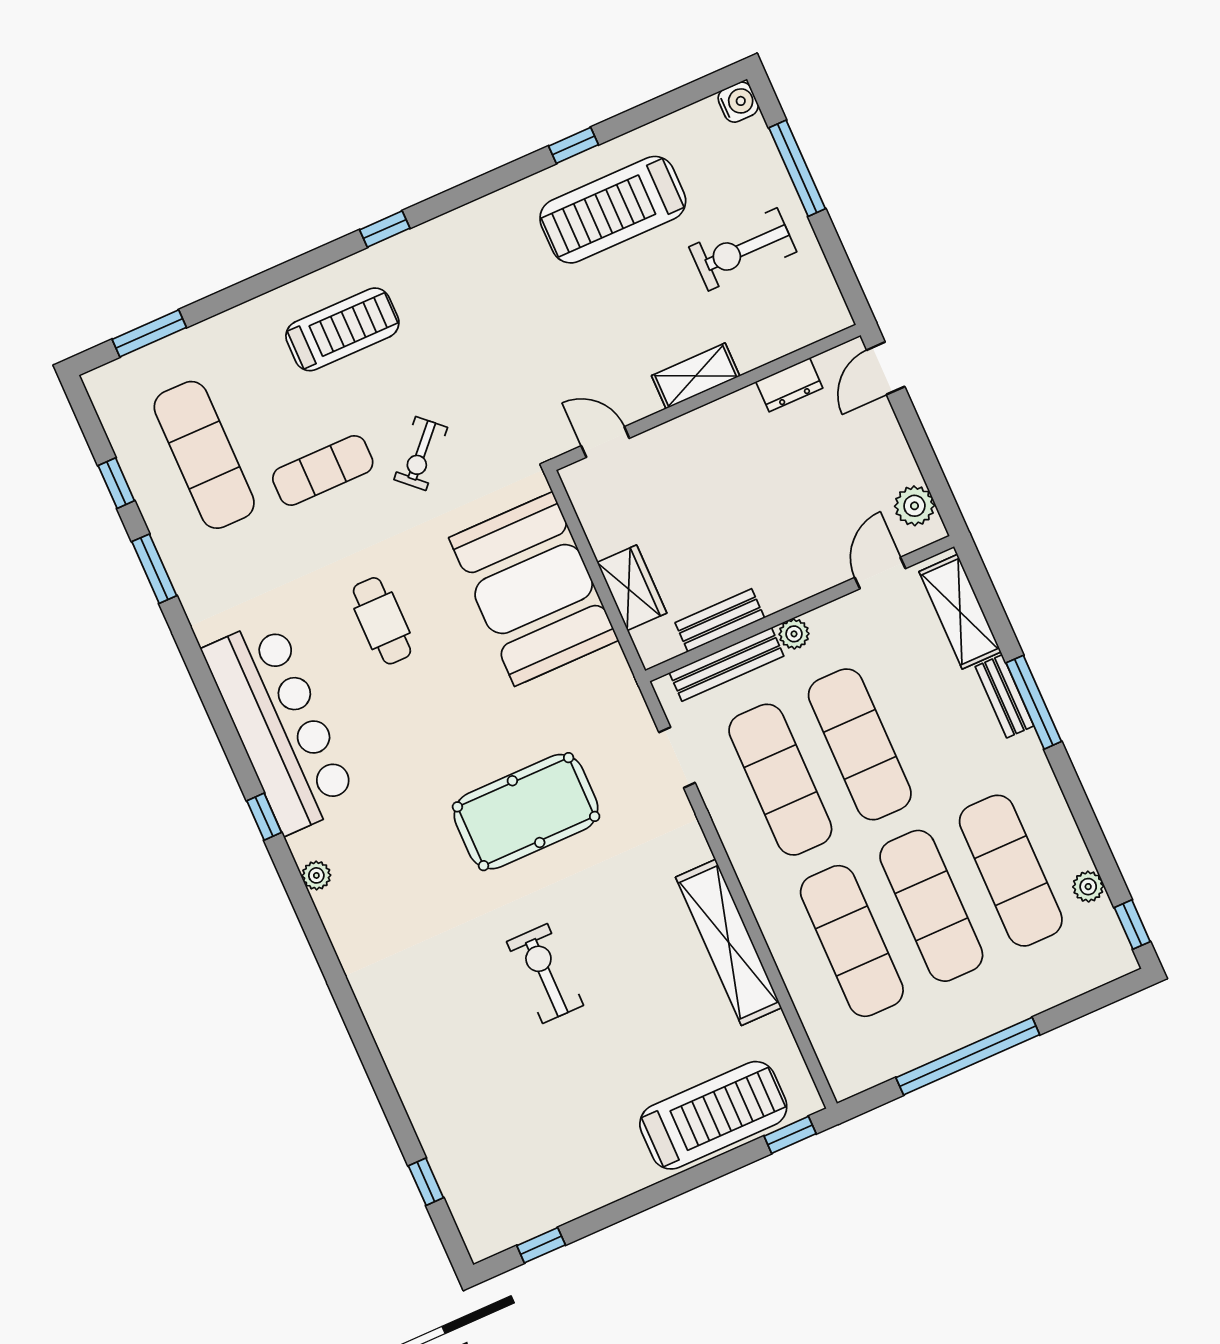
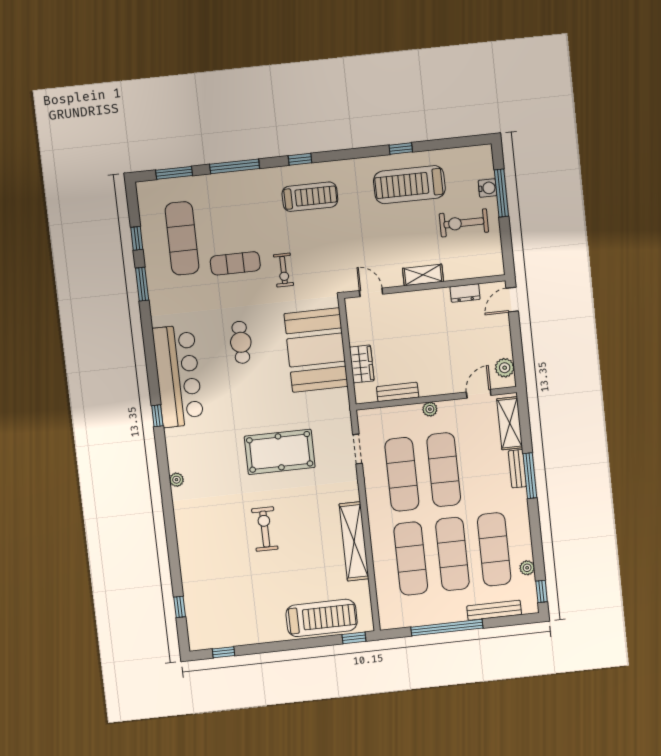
water cooler: (738, 102) -> (488, 188), moved
window: (262, 283) -> (235, 166), added
treadmill: (342, 329) -> (310, 197), moved
exercise bike: (421, 453) -> (284, 270), turned -43
bench: (727, 664) -> (494, 610), moved
plant: (316, 875) -> (177, 480), moved

